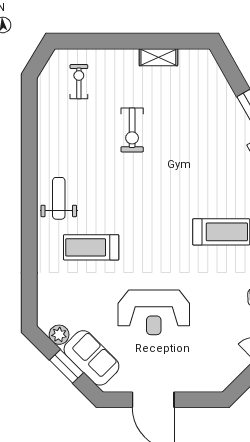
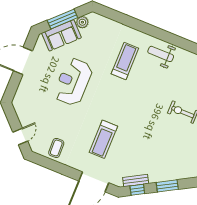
weight bench: (59, 198) -> (161, 54), turned 180
window: (66, 366) -> (62, 19), width x1.44

